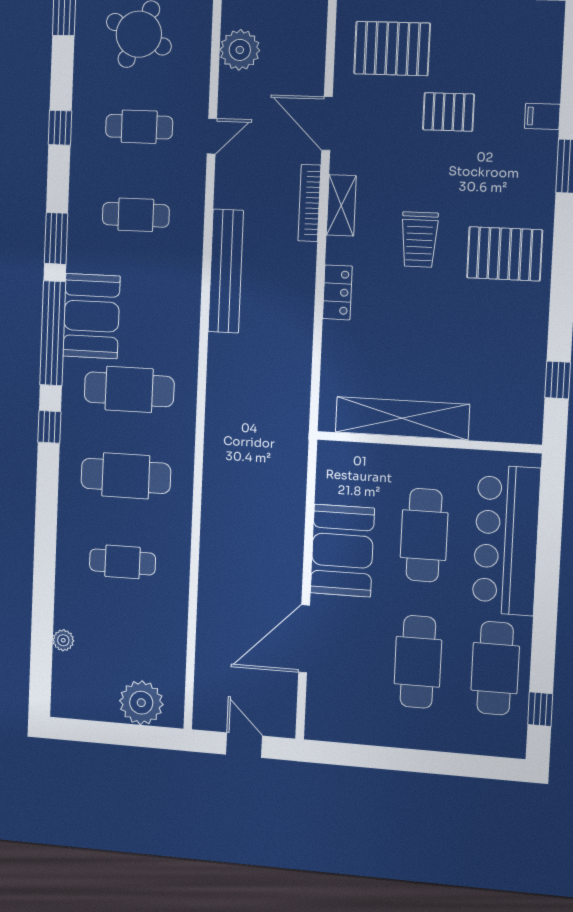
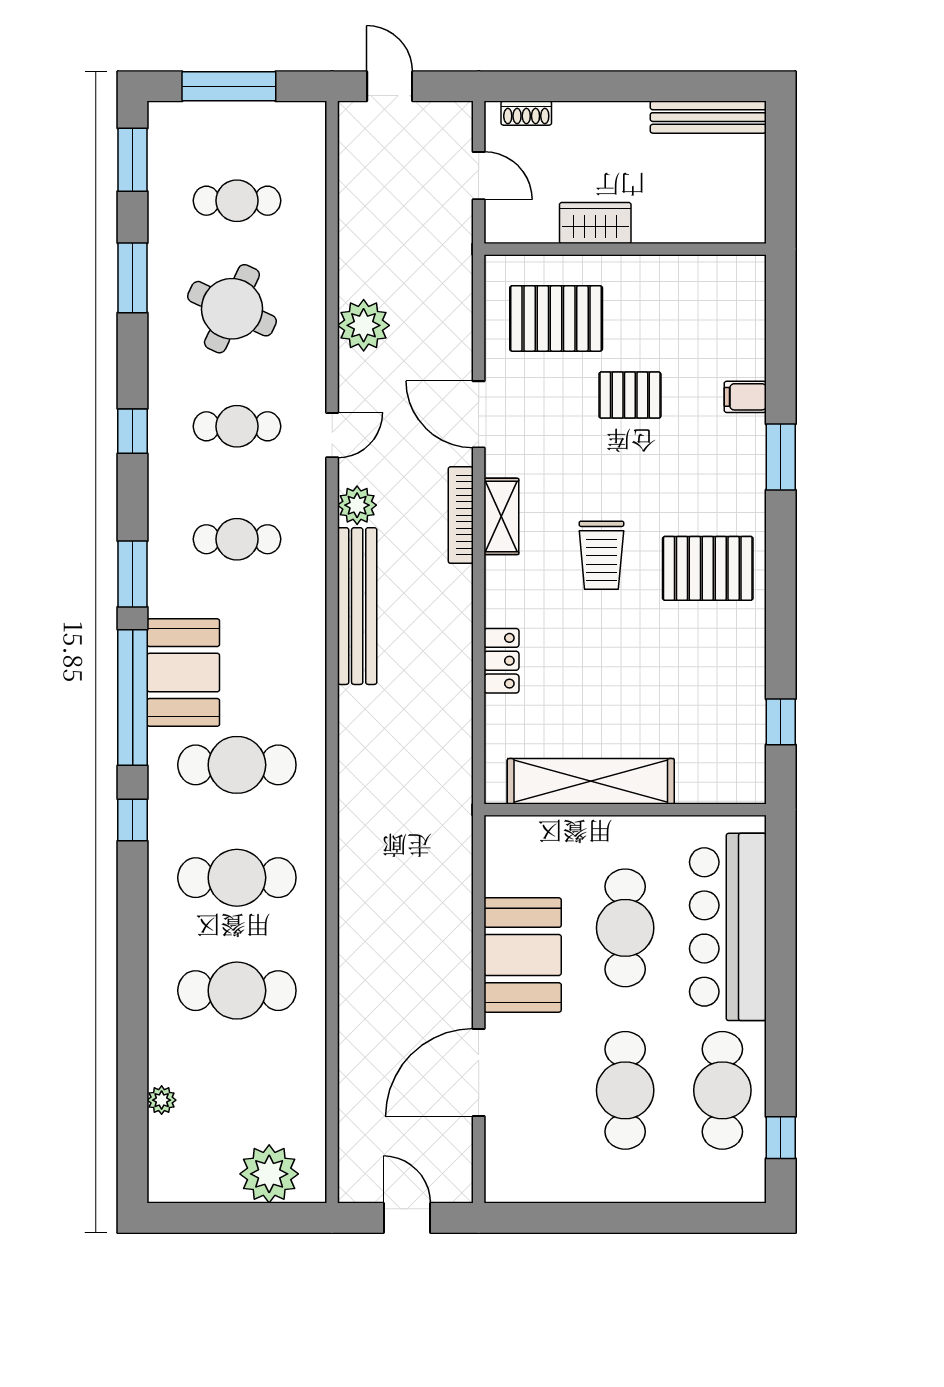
plant: (229, 192) -> (357, 505), added
locker: (337, 292) -> (501, 661), moved
cafe table: (122, 562) -> (237, 991), width x1.37, depth x1.35

